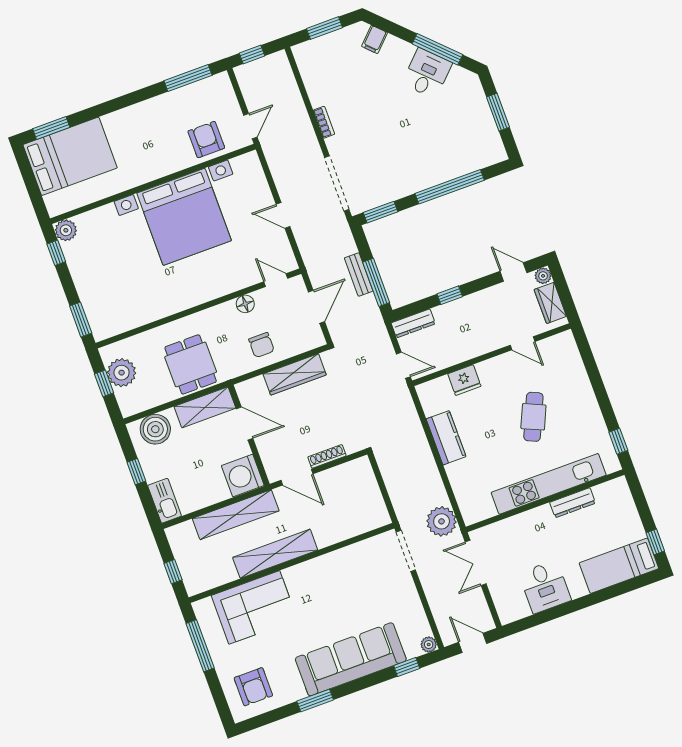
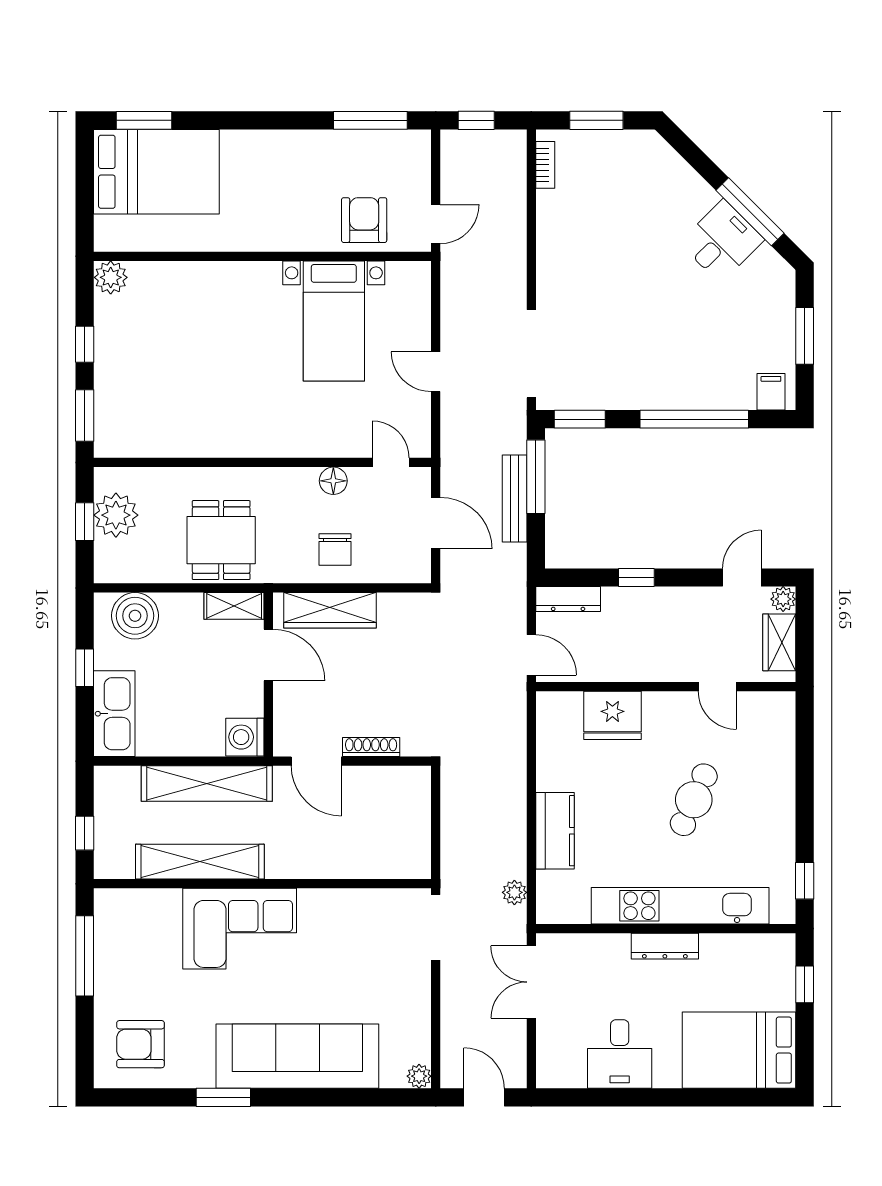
filing cabinet: (374, 39) -> (771, 392), moved, turned 135
bookcase: (324, 122) -> (545, 165), moved
bed with nightstands: (184, 217) -> (334, 321), width x0.54
window: (56, 253) -> (85, 344), moved
door: (513, 272) -> (742, 577), hinge flipped
bench: (359, 274) -> (515, 499), width x1.36
window: (376, 282) -> (536, 477), moved
door: (316, 307) -> (436, 523), hinge flipped
wardrobe: (295, 374) -> (330, 610), moved
fridge: (464, 380) -> (612, 715), width x1.36, depth x1.34
shelving: (205, 407) -> (234, 606), width x0.67, depth x0.75
kitchen counter: (446, 438) -> (555, 831), moved
washing machine: (243, 475) -> (245, 737), width x0.73, depth x0.73
kitchen sink: (165, 501) -> (114, 714), width x1.36, depth x1.24
dresser: (573, 503) -> (665, 946), moved
plant: (442, 521) -> (514, 892), width x0.53, depth x0.53
window: (655, 542) -> (805, 984), moved
shelving: (275, 554) -> (200, 862), moved
bed: (619, 566) -> (739, 1050), width x1.50
corner sofa: (254, 607) -> (240, 929), moved
window: (407, 667) -> (375, 1097), removed
armchair: (253, 687) -> (141, 1044), turned 90

